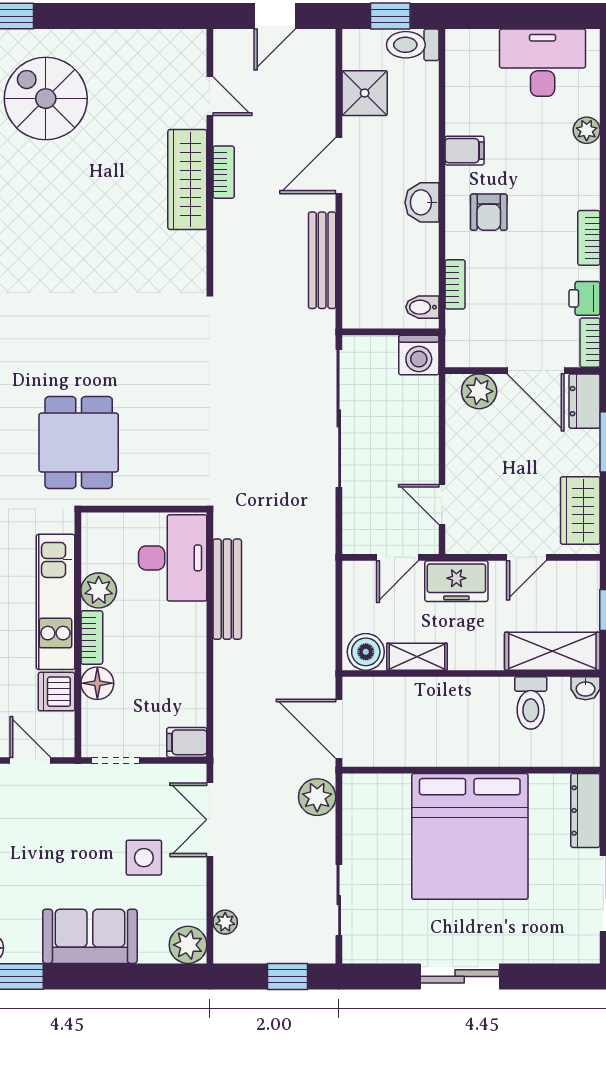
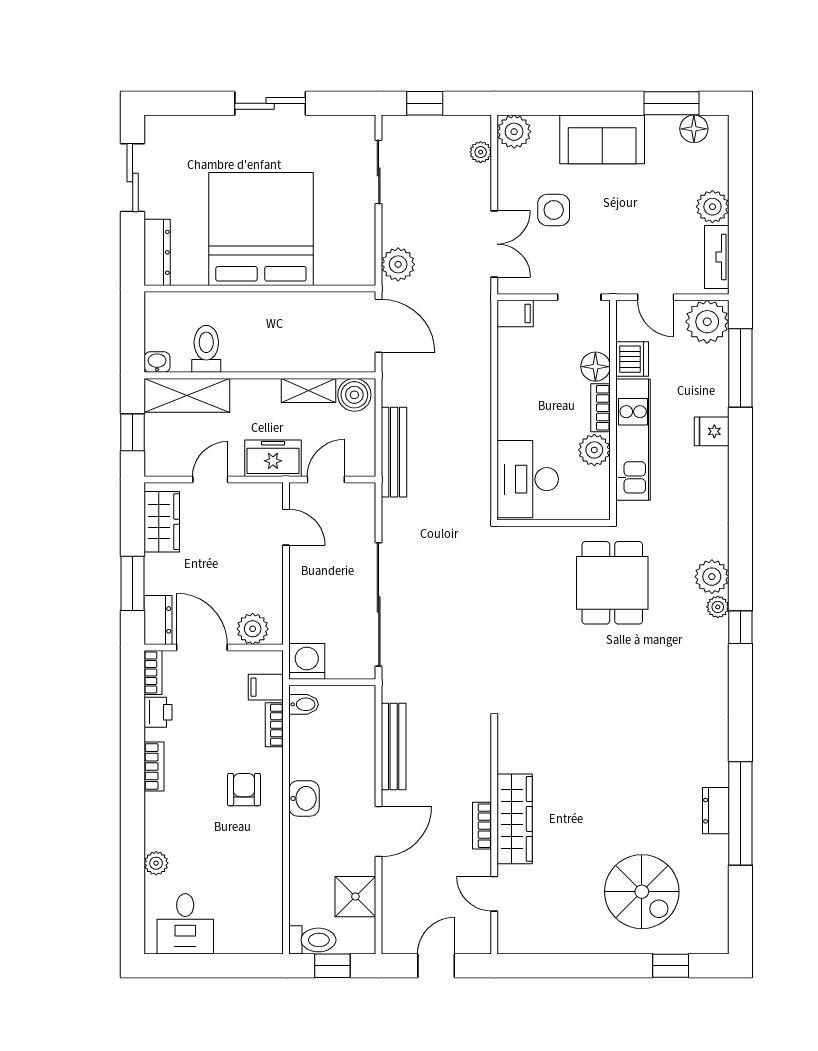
desk: (543, 63) -> (185, 924), width x0.73
filing cabinet: (465, 151) -> (266, 687), moved
bench: (227, 589) -> (394, 452), moved

